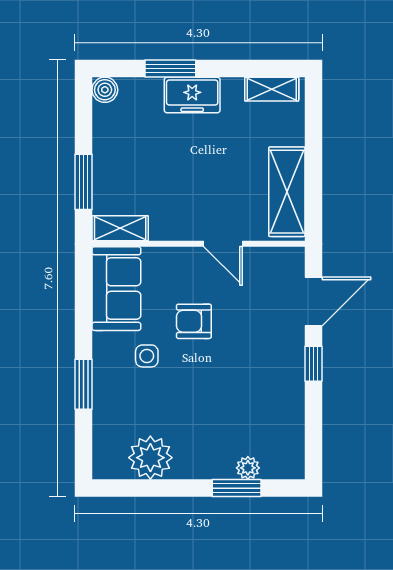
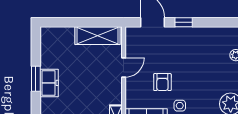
window: (170, 68) -> (36, 79), moved
shelving: (272, 89) -> (46, 43), removed

